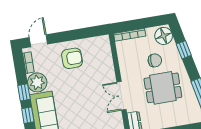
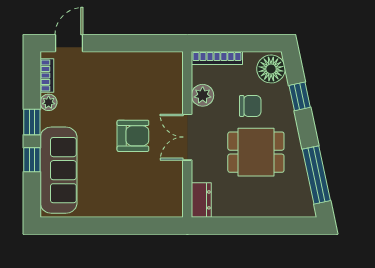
armchair: (72, 58) -> (133, 136), moved
plant: (125, 59) -> (203, 95), added
plant: (37, 82) -> (49, 102), width x0.53, depth x0.53
double door: (121, 96) -> (187, 137), moved

